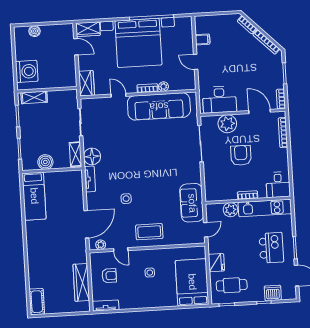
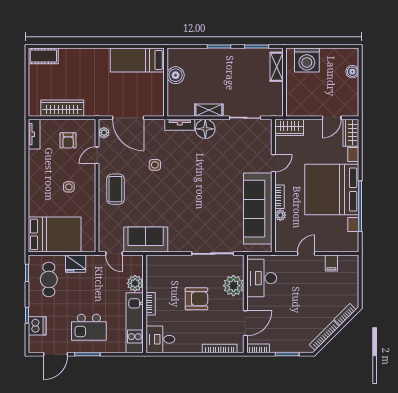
boiler: (45, 162) -> (176, 75), moved
wall: (52, 170) -> (166, 82), moved
bed: (34, 196) -> (137, 60), moved

